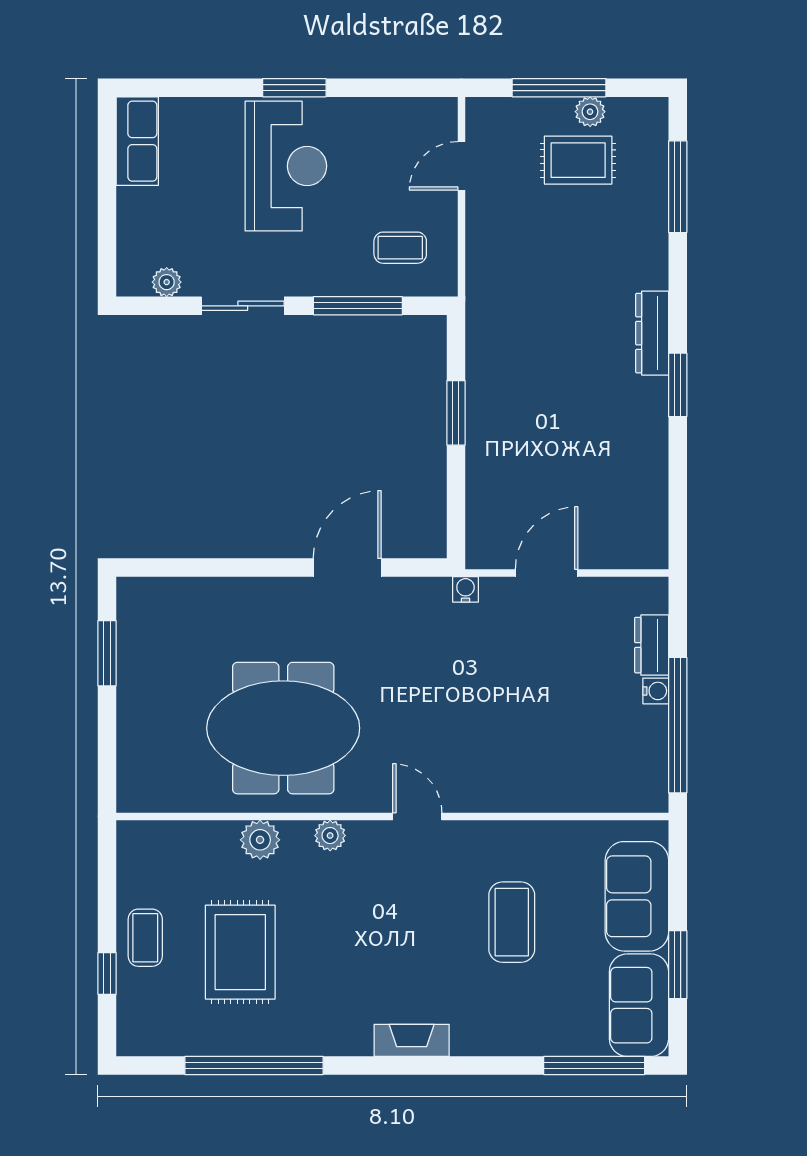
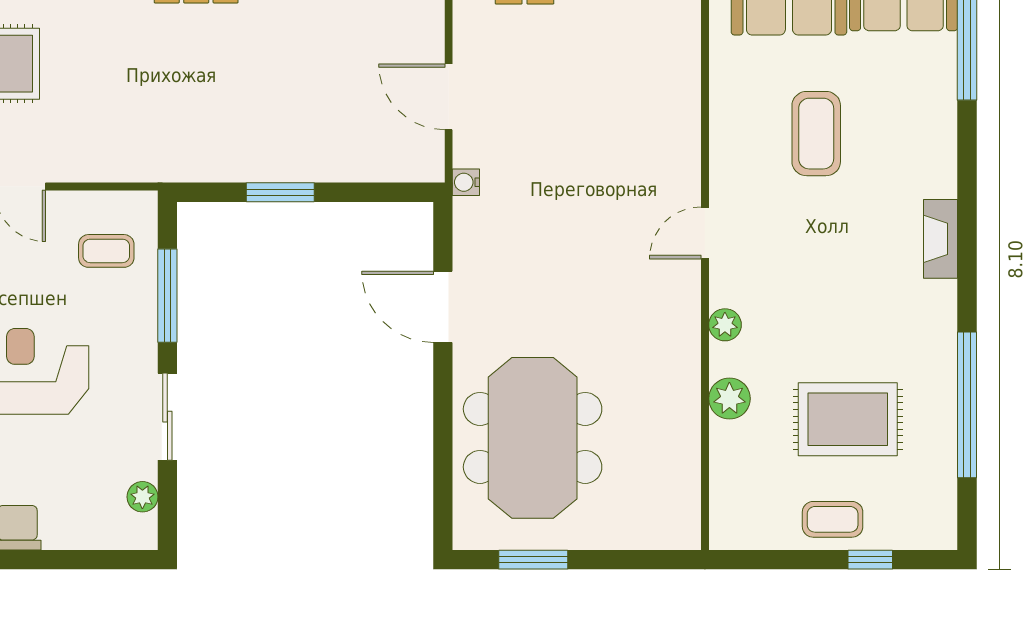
coffee table: (400, 248) -> (106, 251), turned 90
meeting table: (283, 728) -> (533, 438), moved
coffee table: (512, 922) -> (816, 134), turned 90

